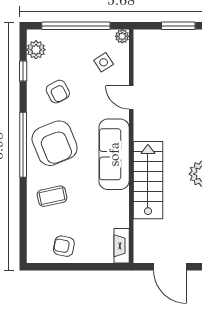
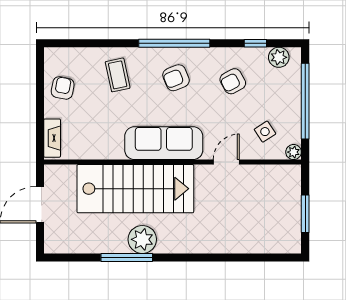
armchair: (55, 143) -> (176, 78), width x0.53, depth x0.53
stairs: (148, 180) -> (135, 189), width x1.36, depth x1.51
fireplace: (122, 246) -> (52, 138), moved, turned 90

